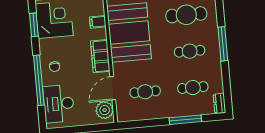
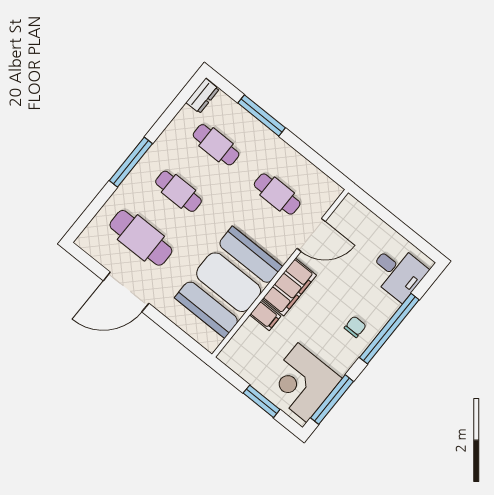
filing cabinet: (98, 22) -> (265, 316), moved
window: (34, 25) -> (332, 400), width x1.44
desk: (59, 104) -> (398, 272), width x0.73
plant: (105, 110) -> (346, 219), removed

